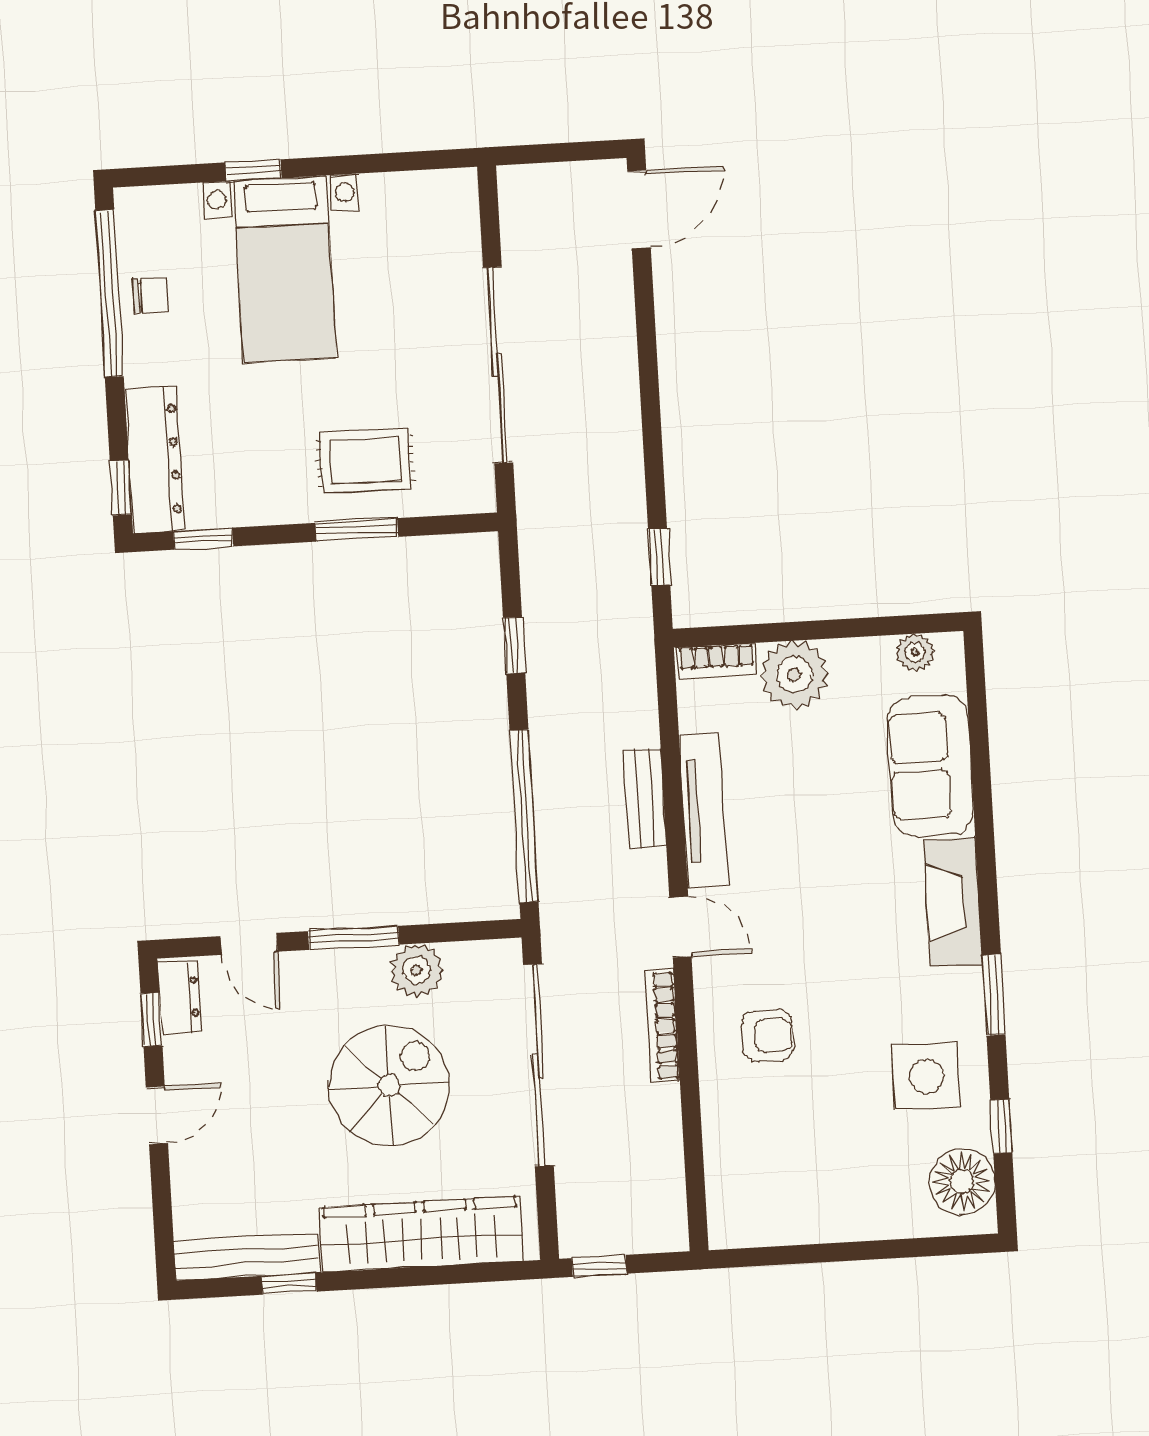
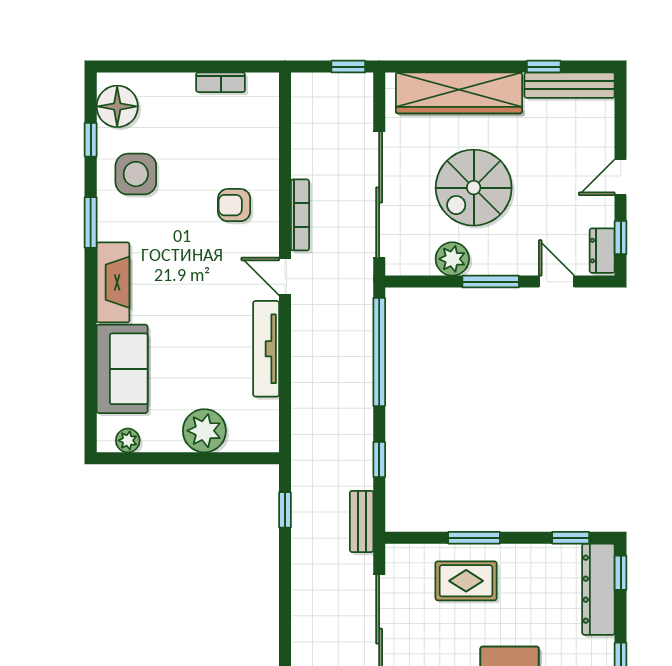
bookcase: (716, 661) -> (221, 82), moved, turned 180
bench: (645, 798) -> (362, 521), moved

